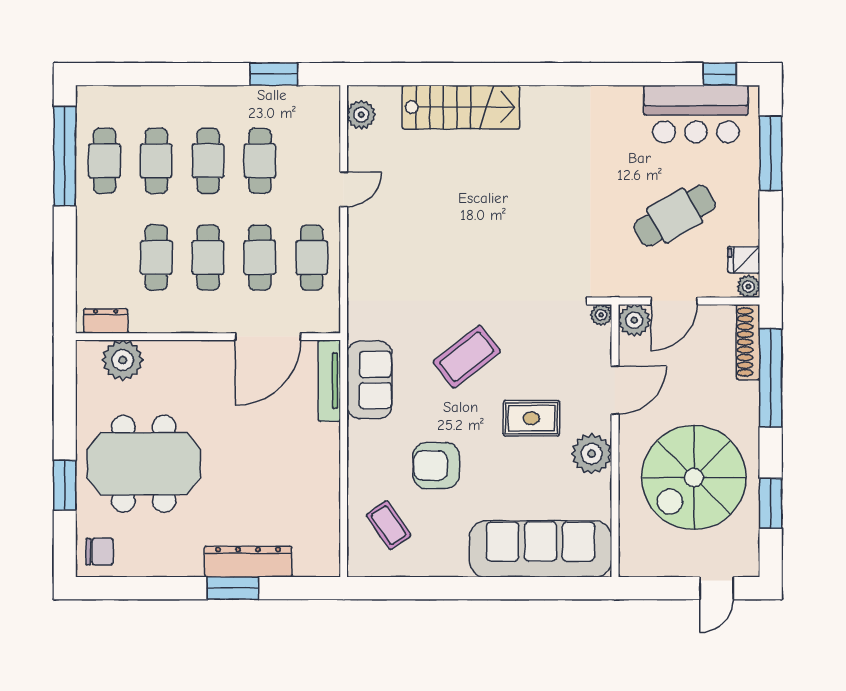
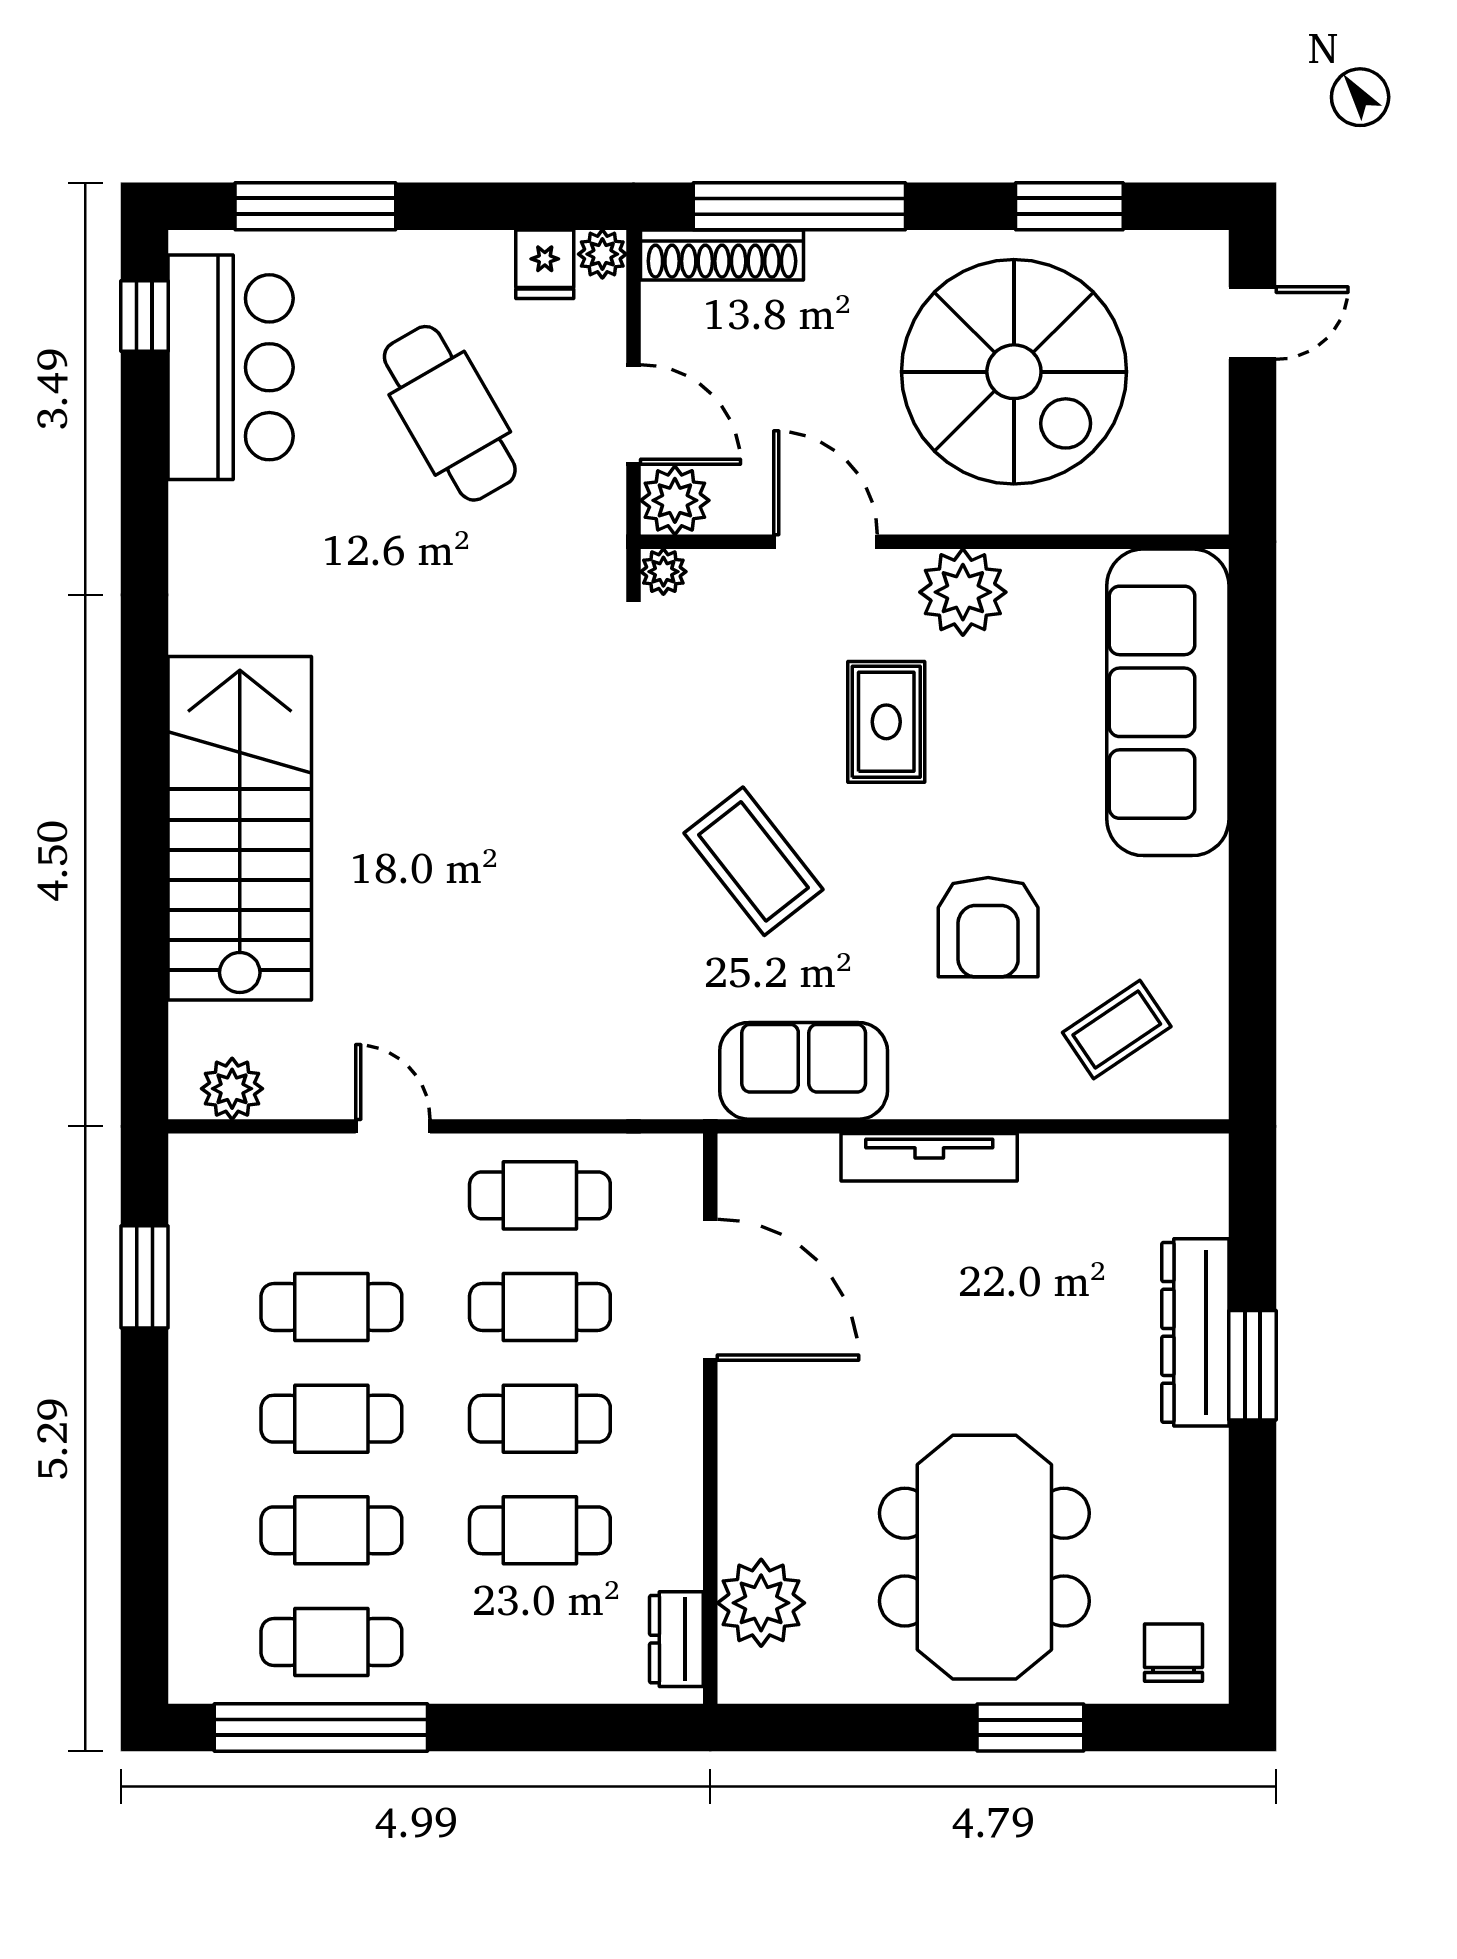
stairs: (461, 107) -> (240, 828), width x1.36, depth x1.51
tv unit: (329, 381) -> (929, 1157), moved
door: (716, 588) -> (1252, 323), hinge flipped

